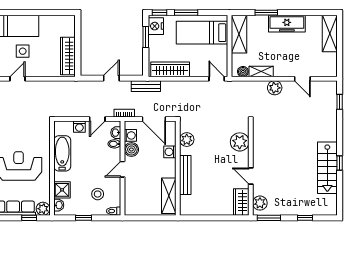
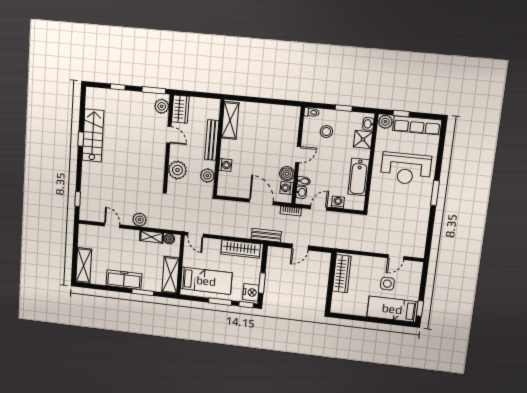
plant: (187, 140) -> (207, 176), moved
washing machine: (170, 152) -> (225, 165), moved
wall: (178, 168) -> (219, 148), moved
bench: (185, 175) -> (212, 140), moved
shelving: (169, 196) -> (230, 120), moved

